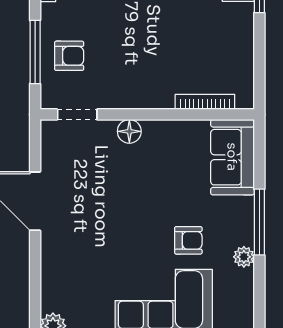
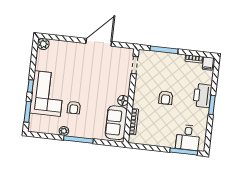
armchair: (69, 56) -> (166, 98), moved
floor lamp: (129, 131) -> (123, 101), moved
sofa: (232, 157) -> (116, 123), moved, turned -90

